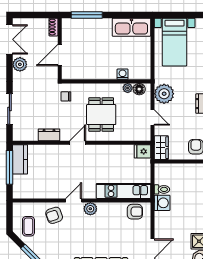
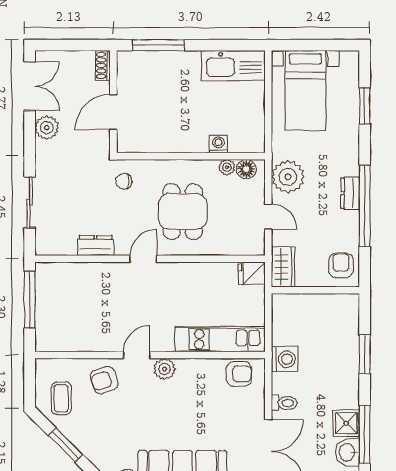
kitchen counter: (20, 159) -> (47, 287), removed
toilet: (162, 189) -> (284, 403), moved

